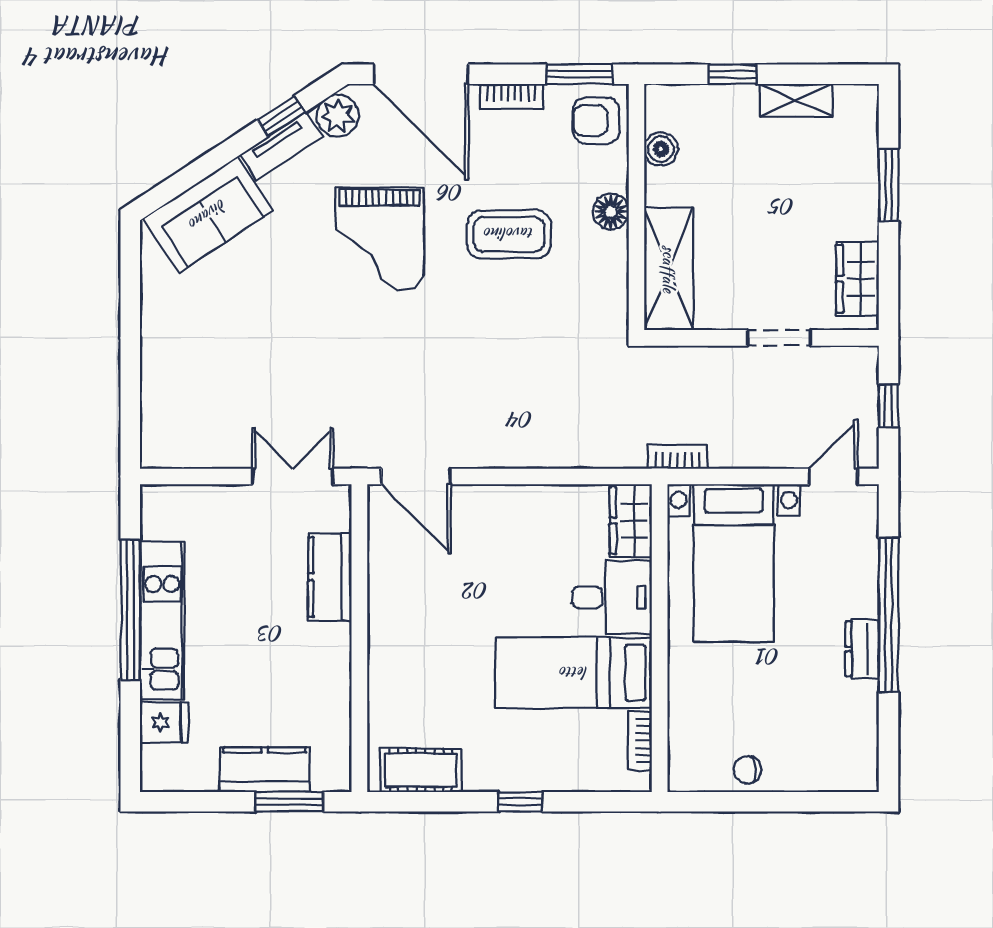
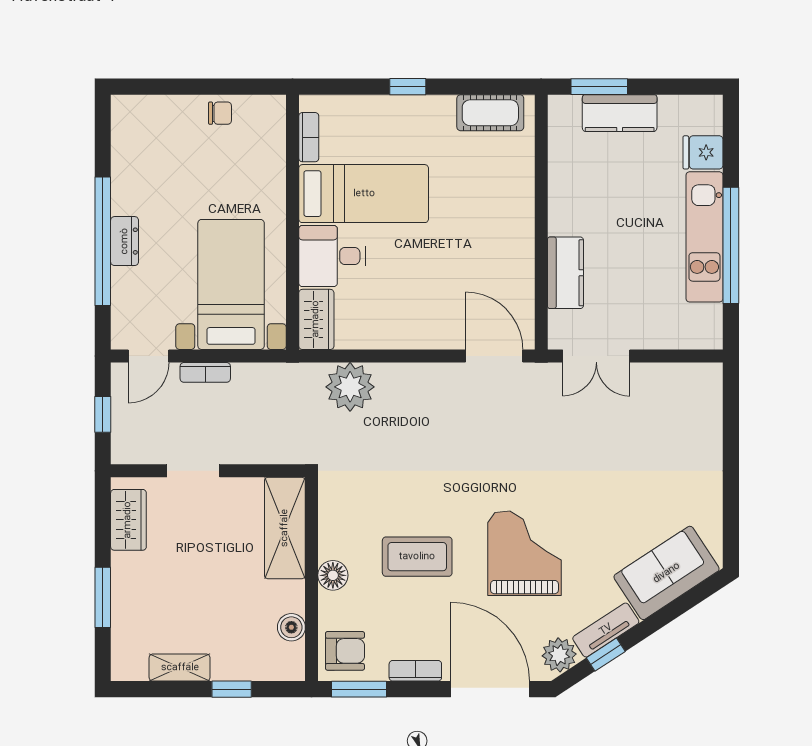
plant: (590, 439) -> (350, 387), added
bookcase: (677, 457) -> (205, 372), moved
dresser: (862, 649) -> (125, 241), moved

